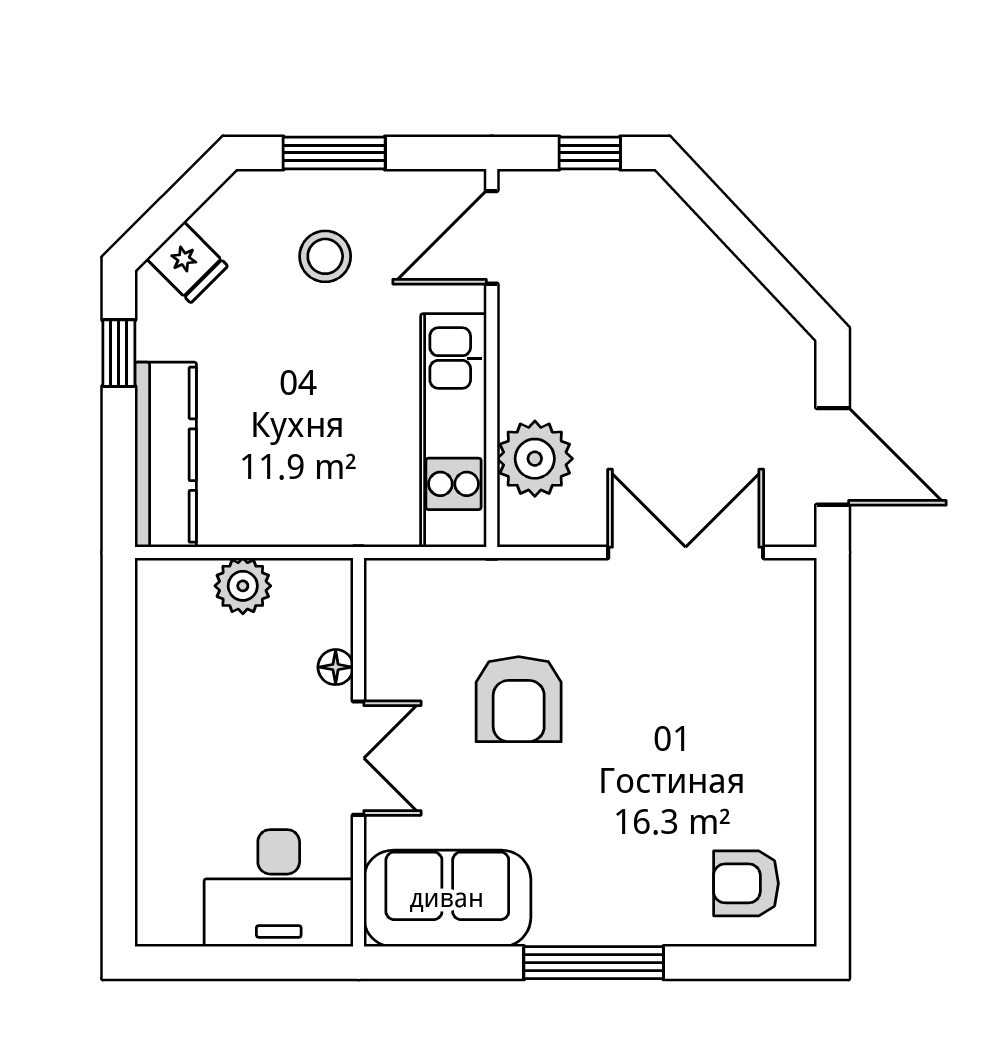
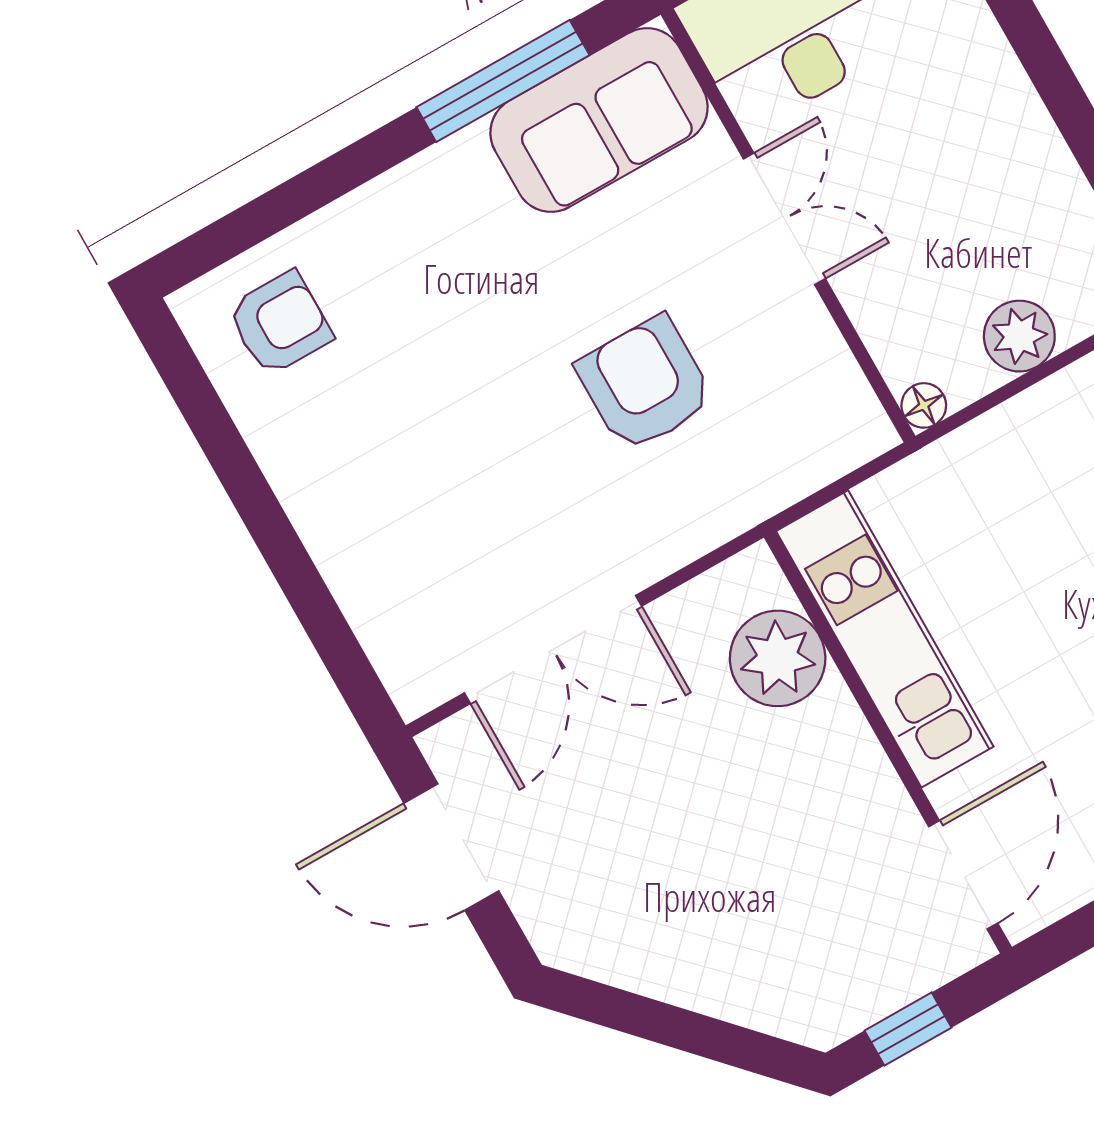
floor lamp: (336, 667) -> (924, 405), moved
double door: (359, 758) -> (784, 219), swing flipped
window: (594, 963) -> (503, 81), moved

